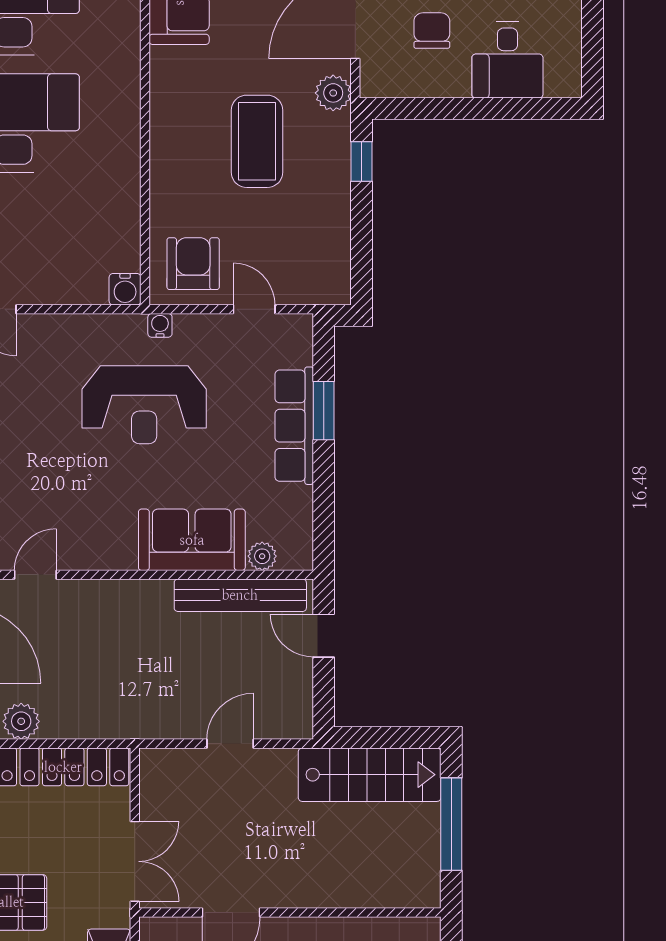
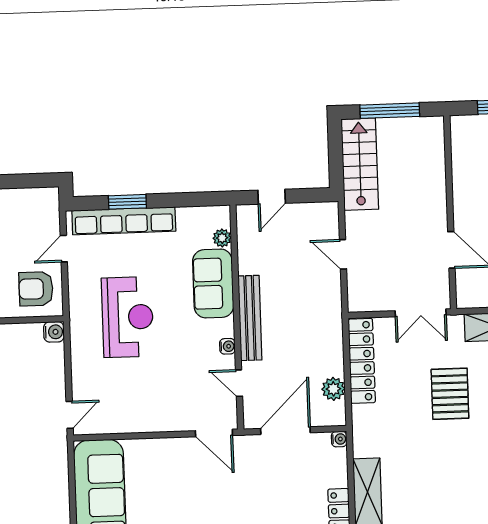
water cooler: (160, 325) -> (227, 346), moved, turned 180
row of seats: (294, 426) -> (124, 221), width x1.36
bench: (240, 595) -> (250, 318), moved
double door: (135, 861) -> (421, 313), swing flipped

